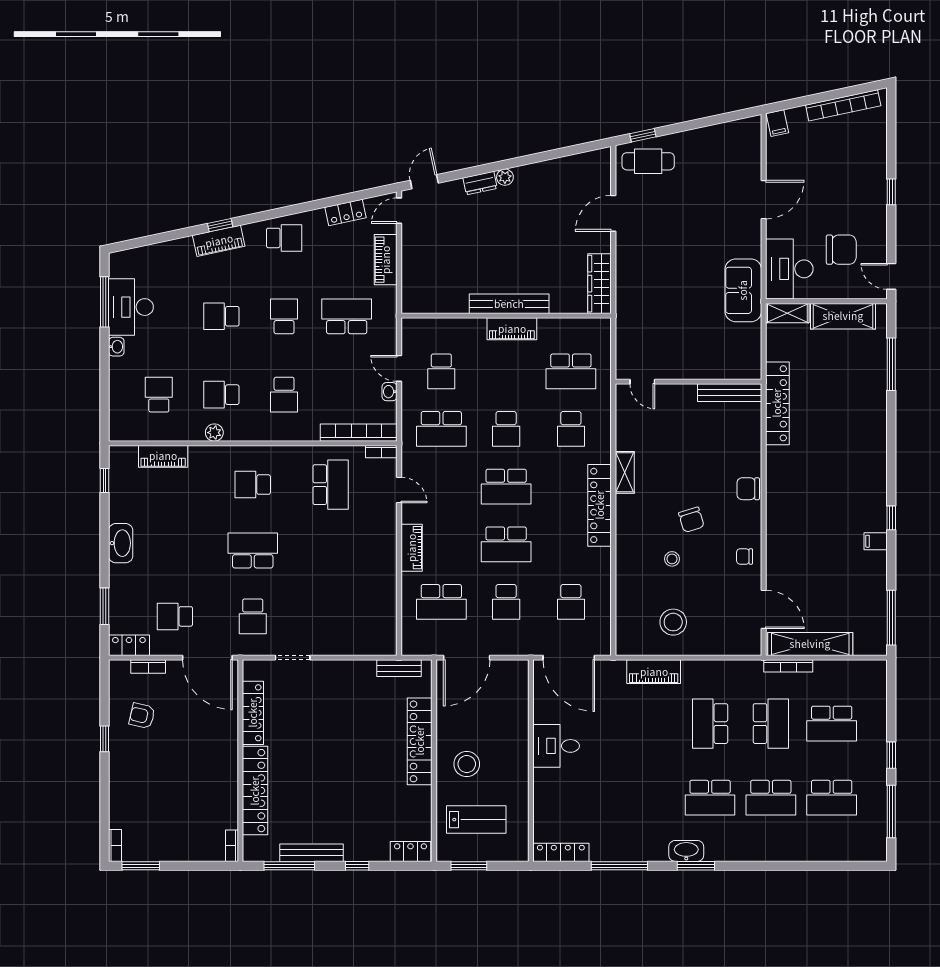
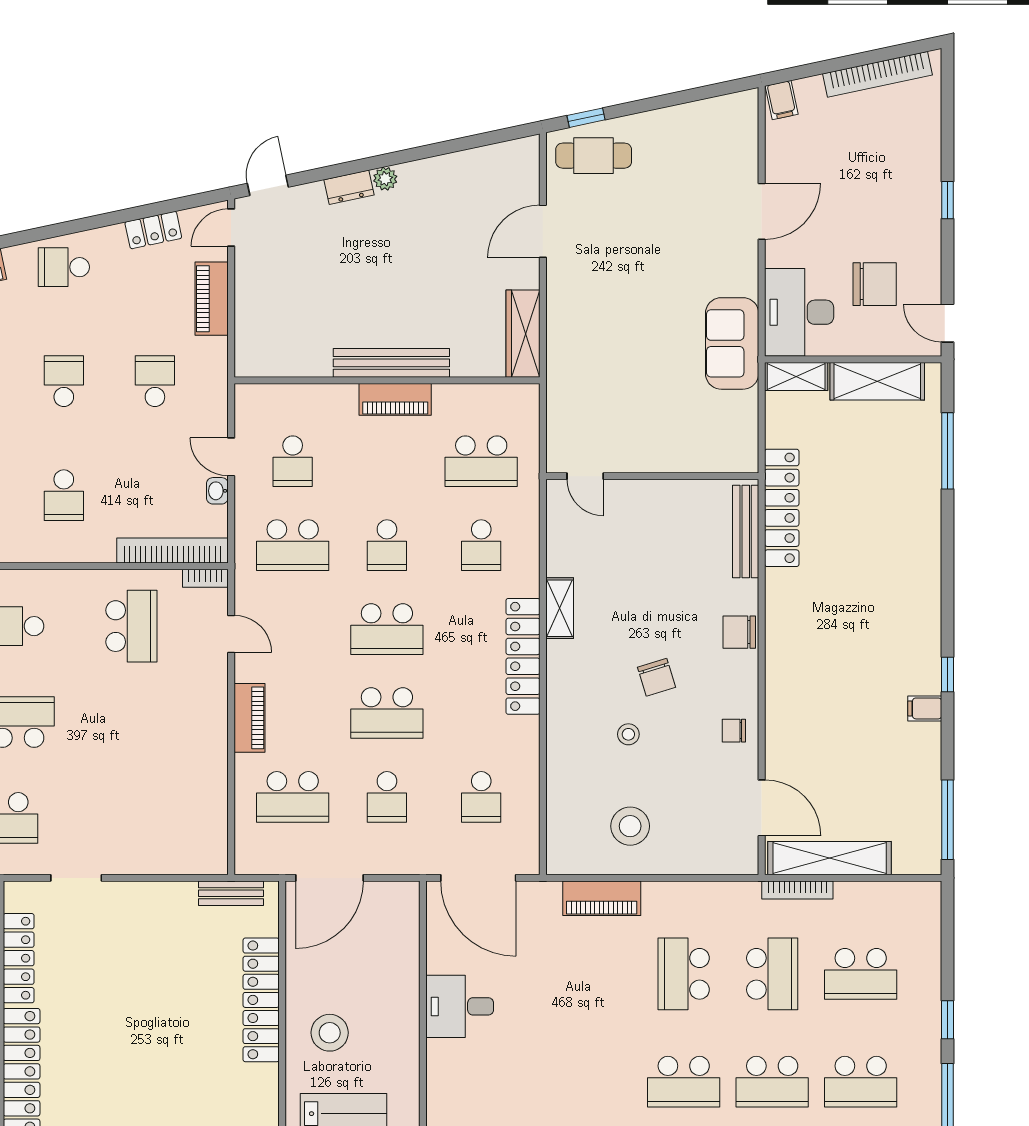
school desk: (284, 238) -> (64, 267), turned 180
school desk: (347, 316) -> (155, 381), width x0.54
bench: (730, 393) -> (746, 532), moved, turned 90

